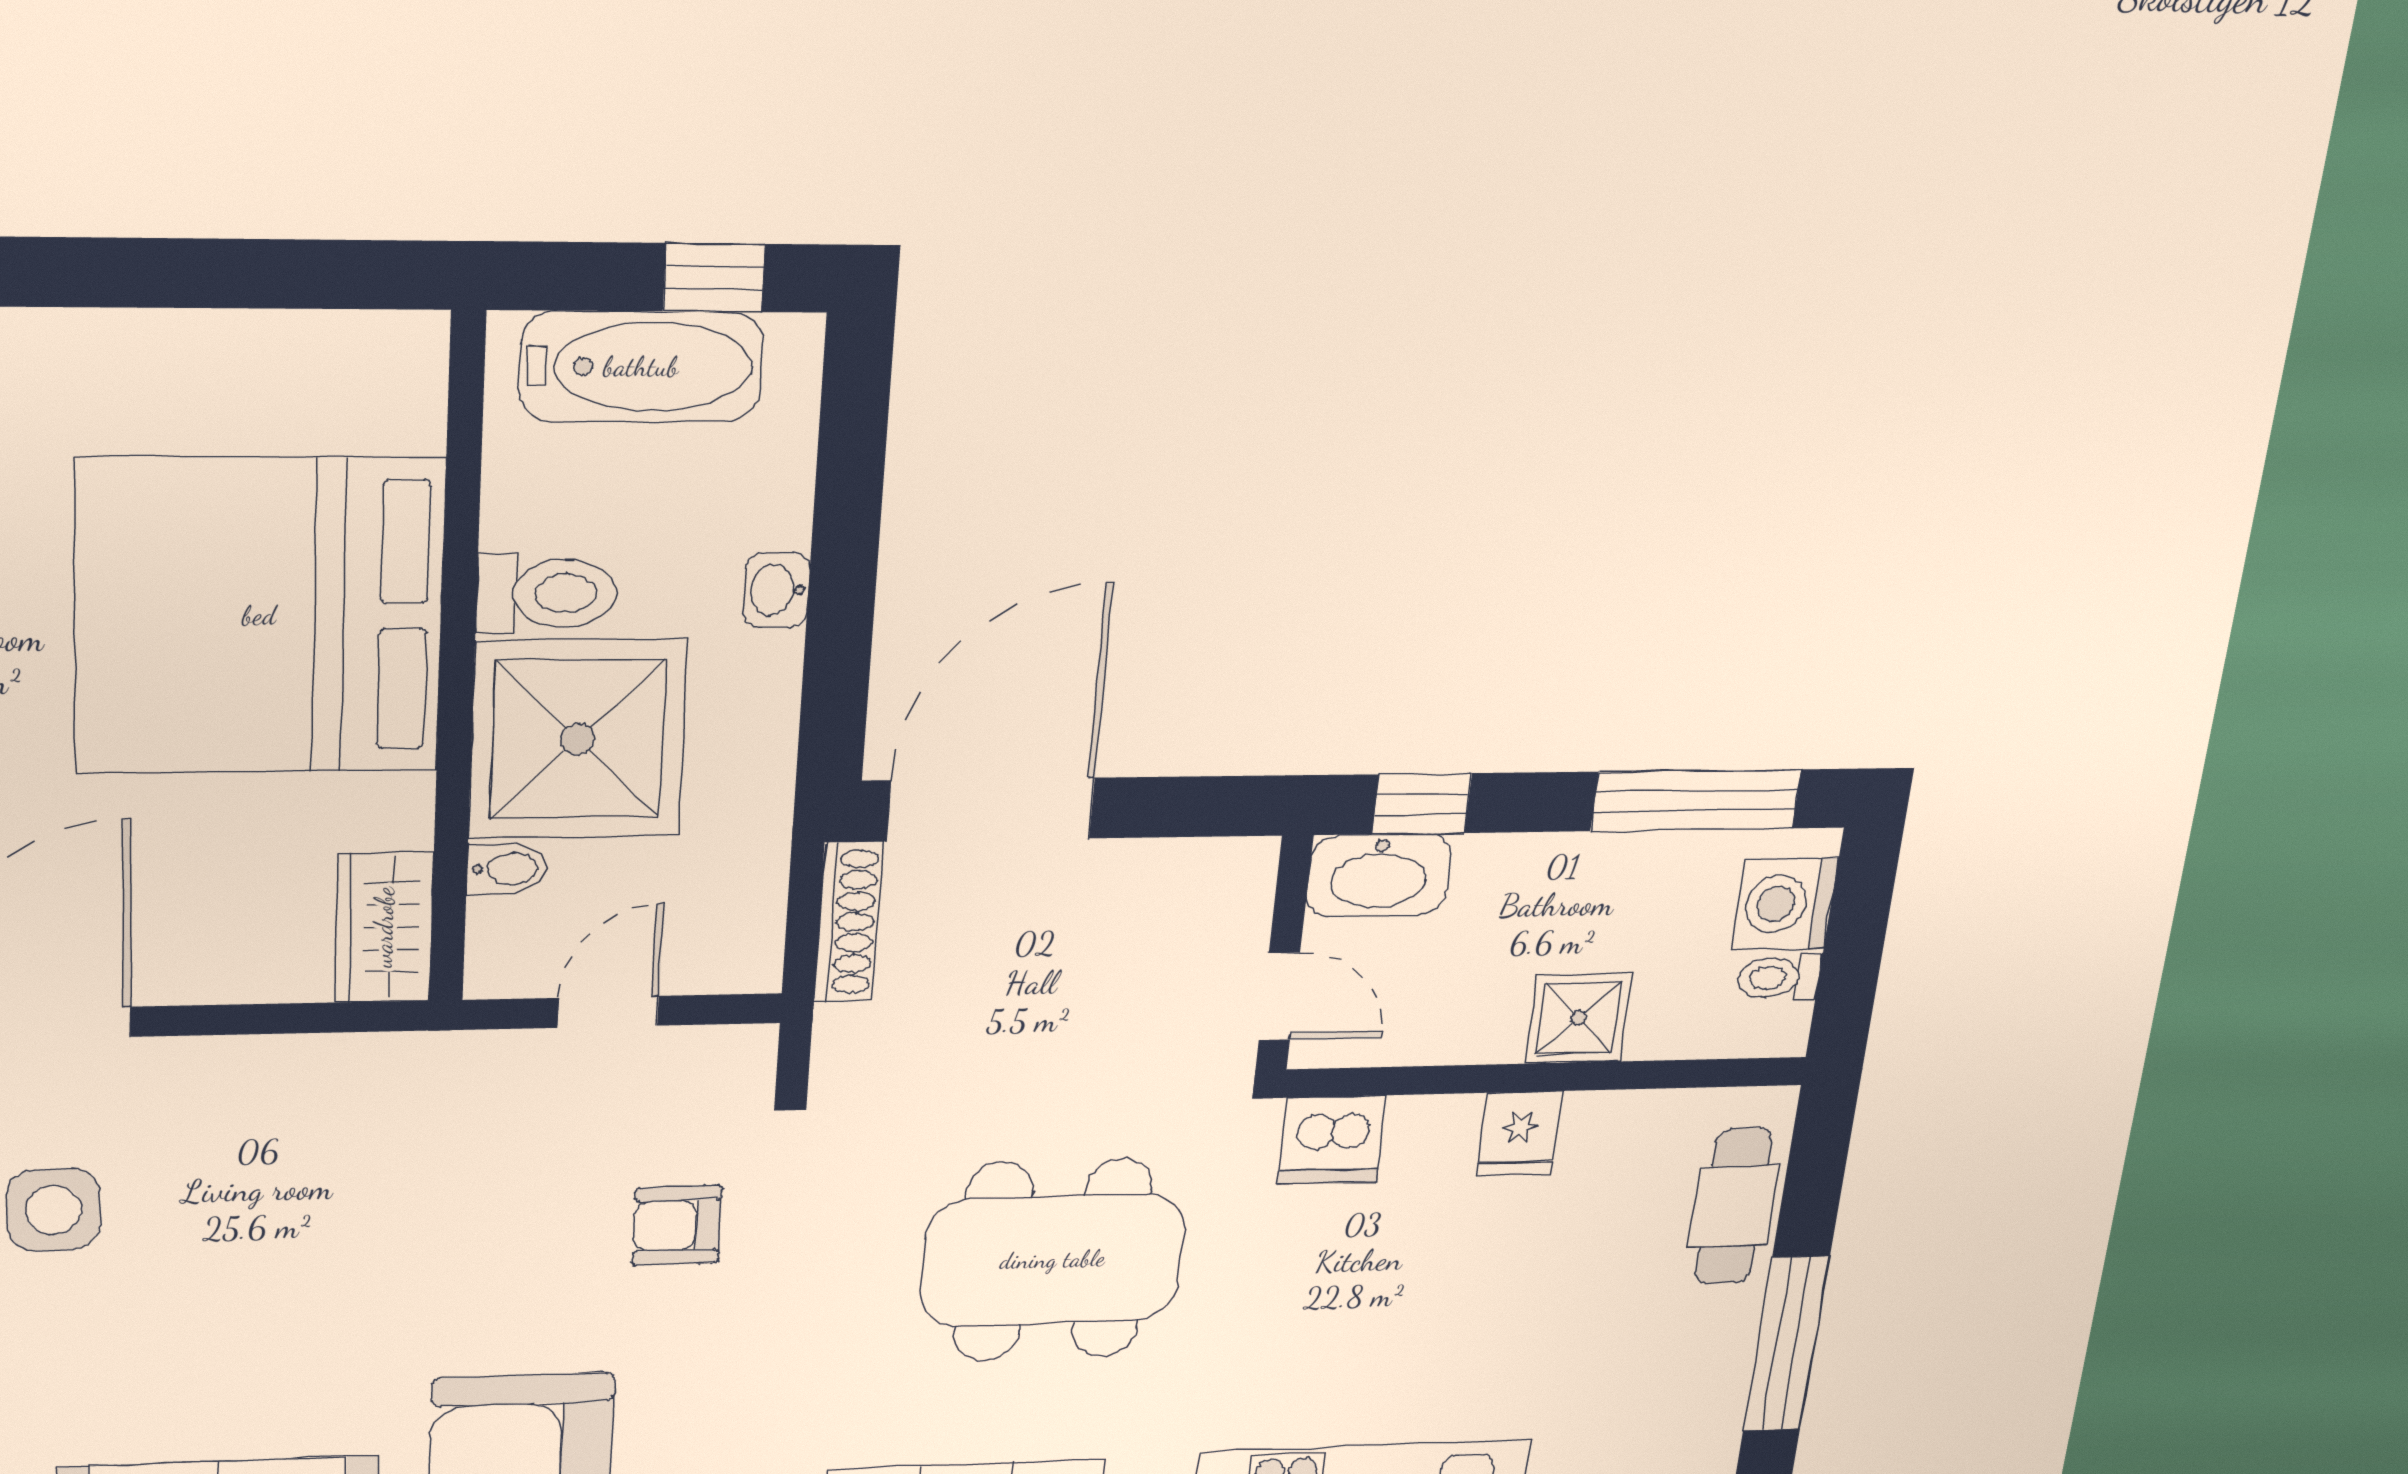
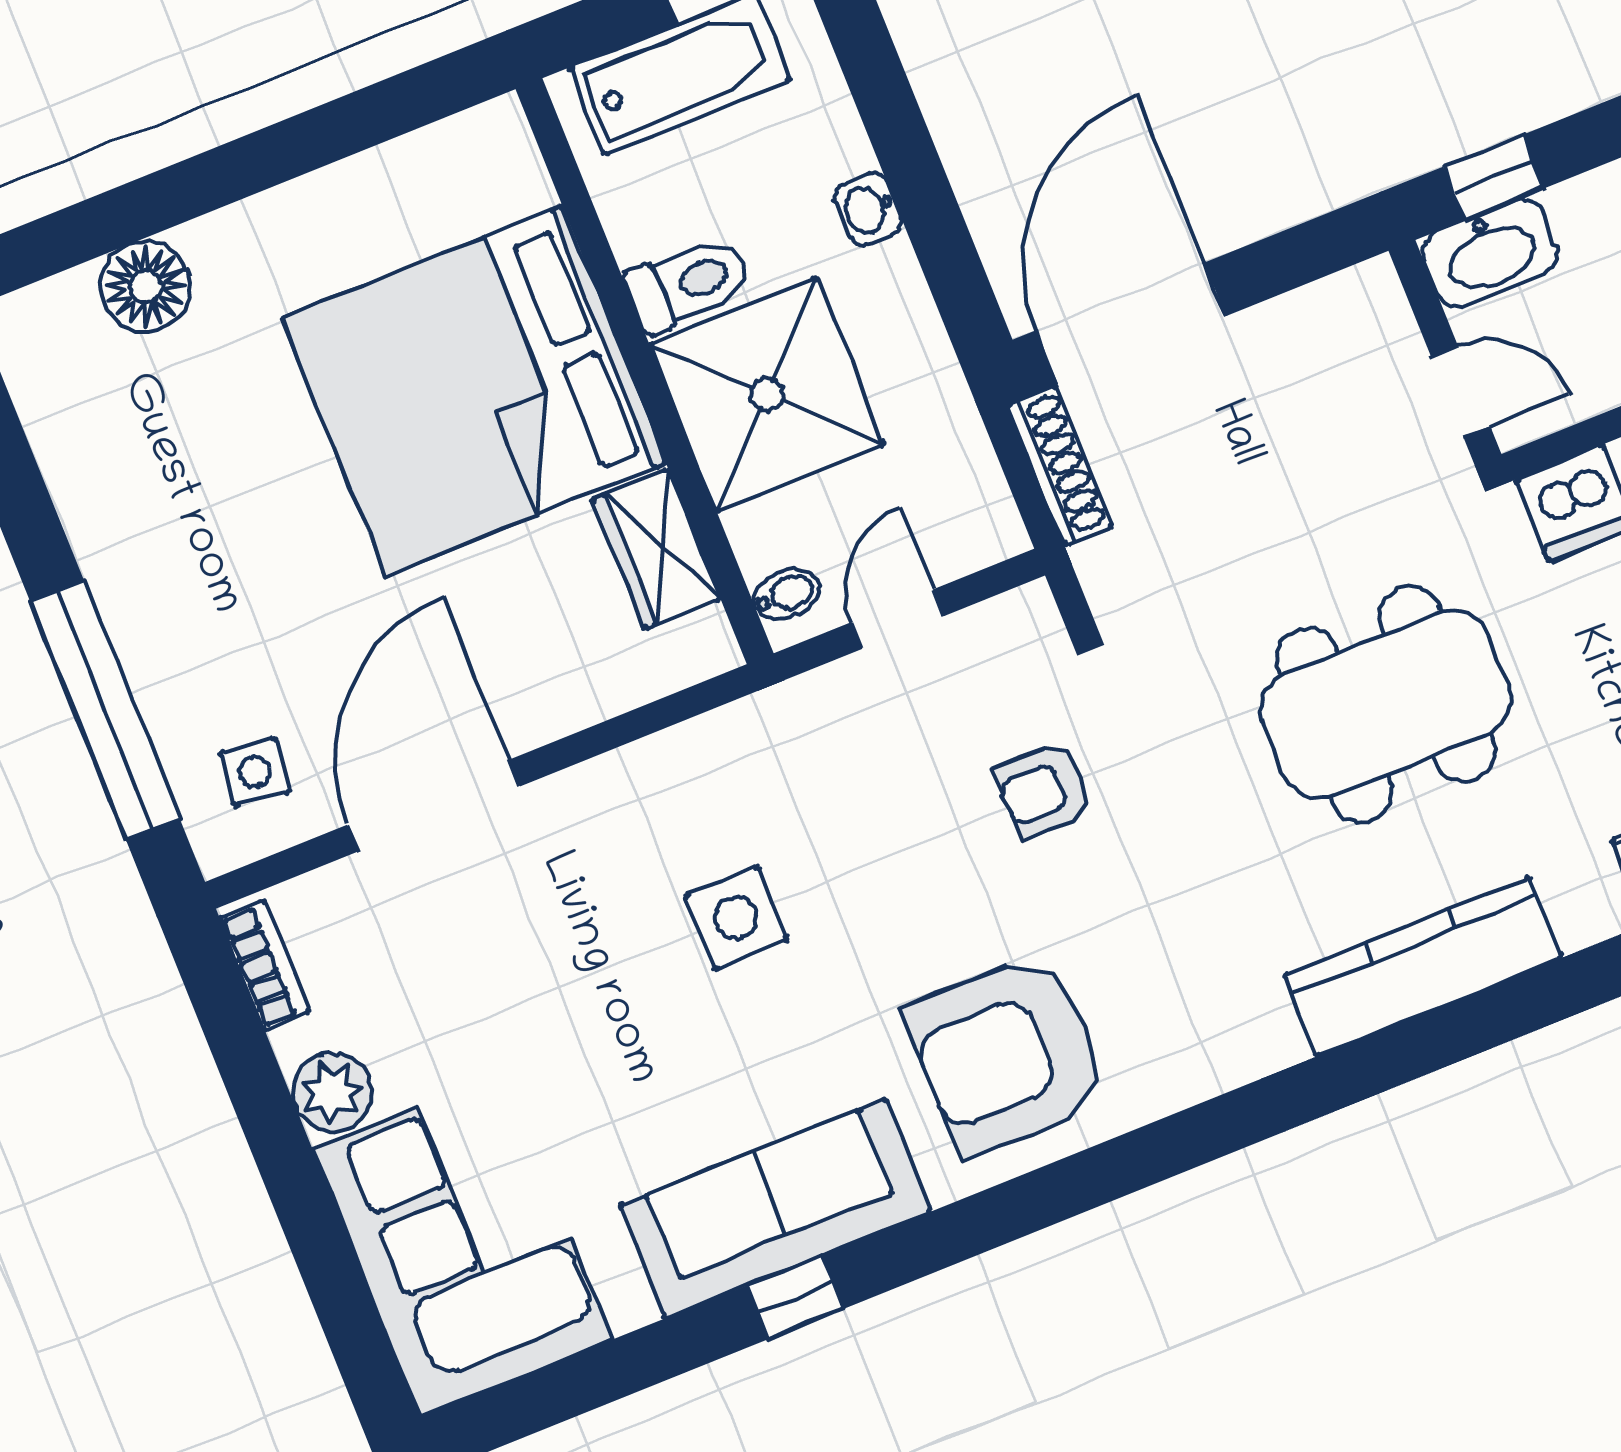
bidet: (507, 869) -> (787, 594), moved
wardrobe: (384, 927) -> (656, 549), moved
side table: (54, 1210) -> (736, 918), moved

